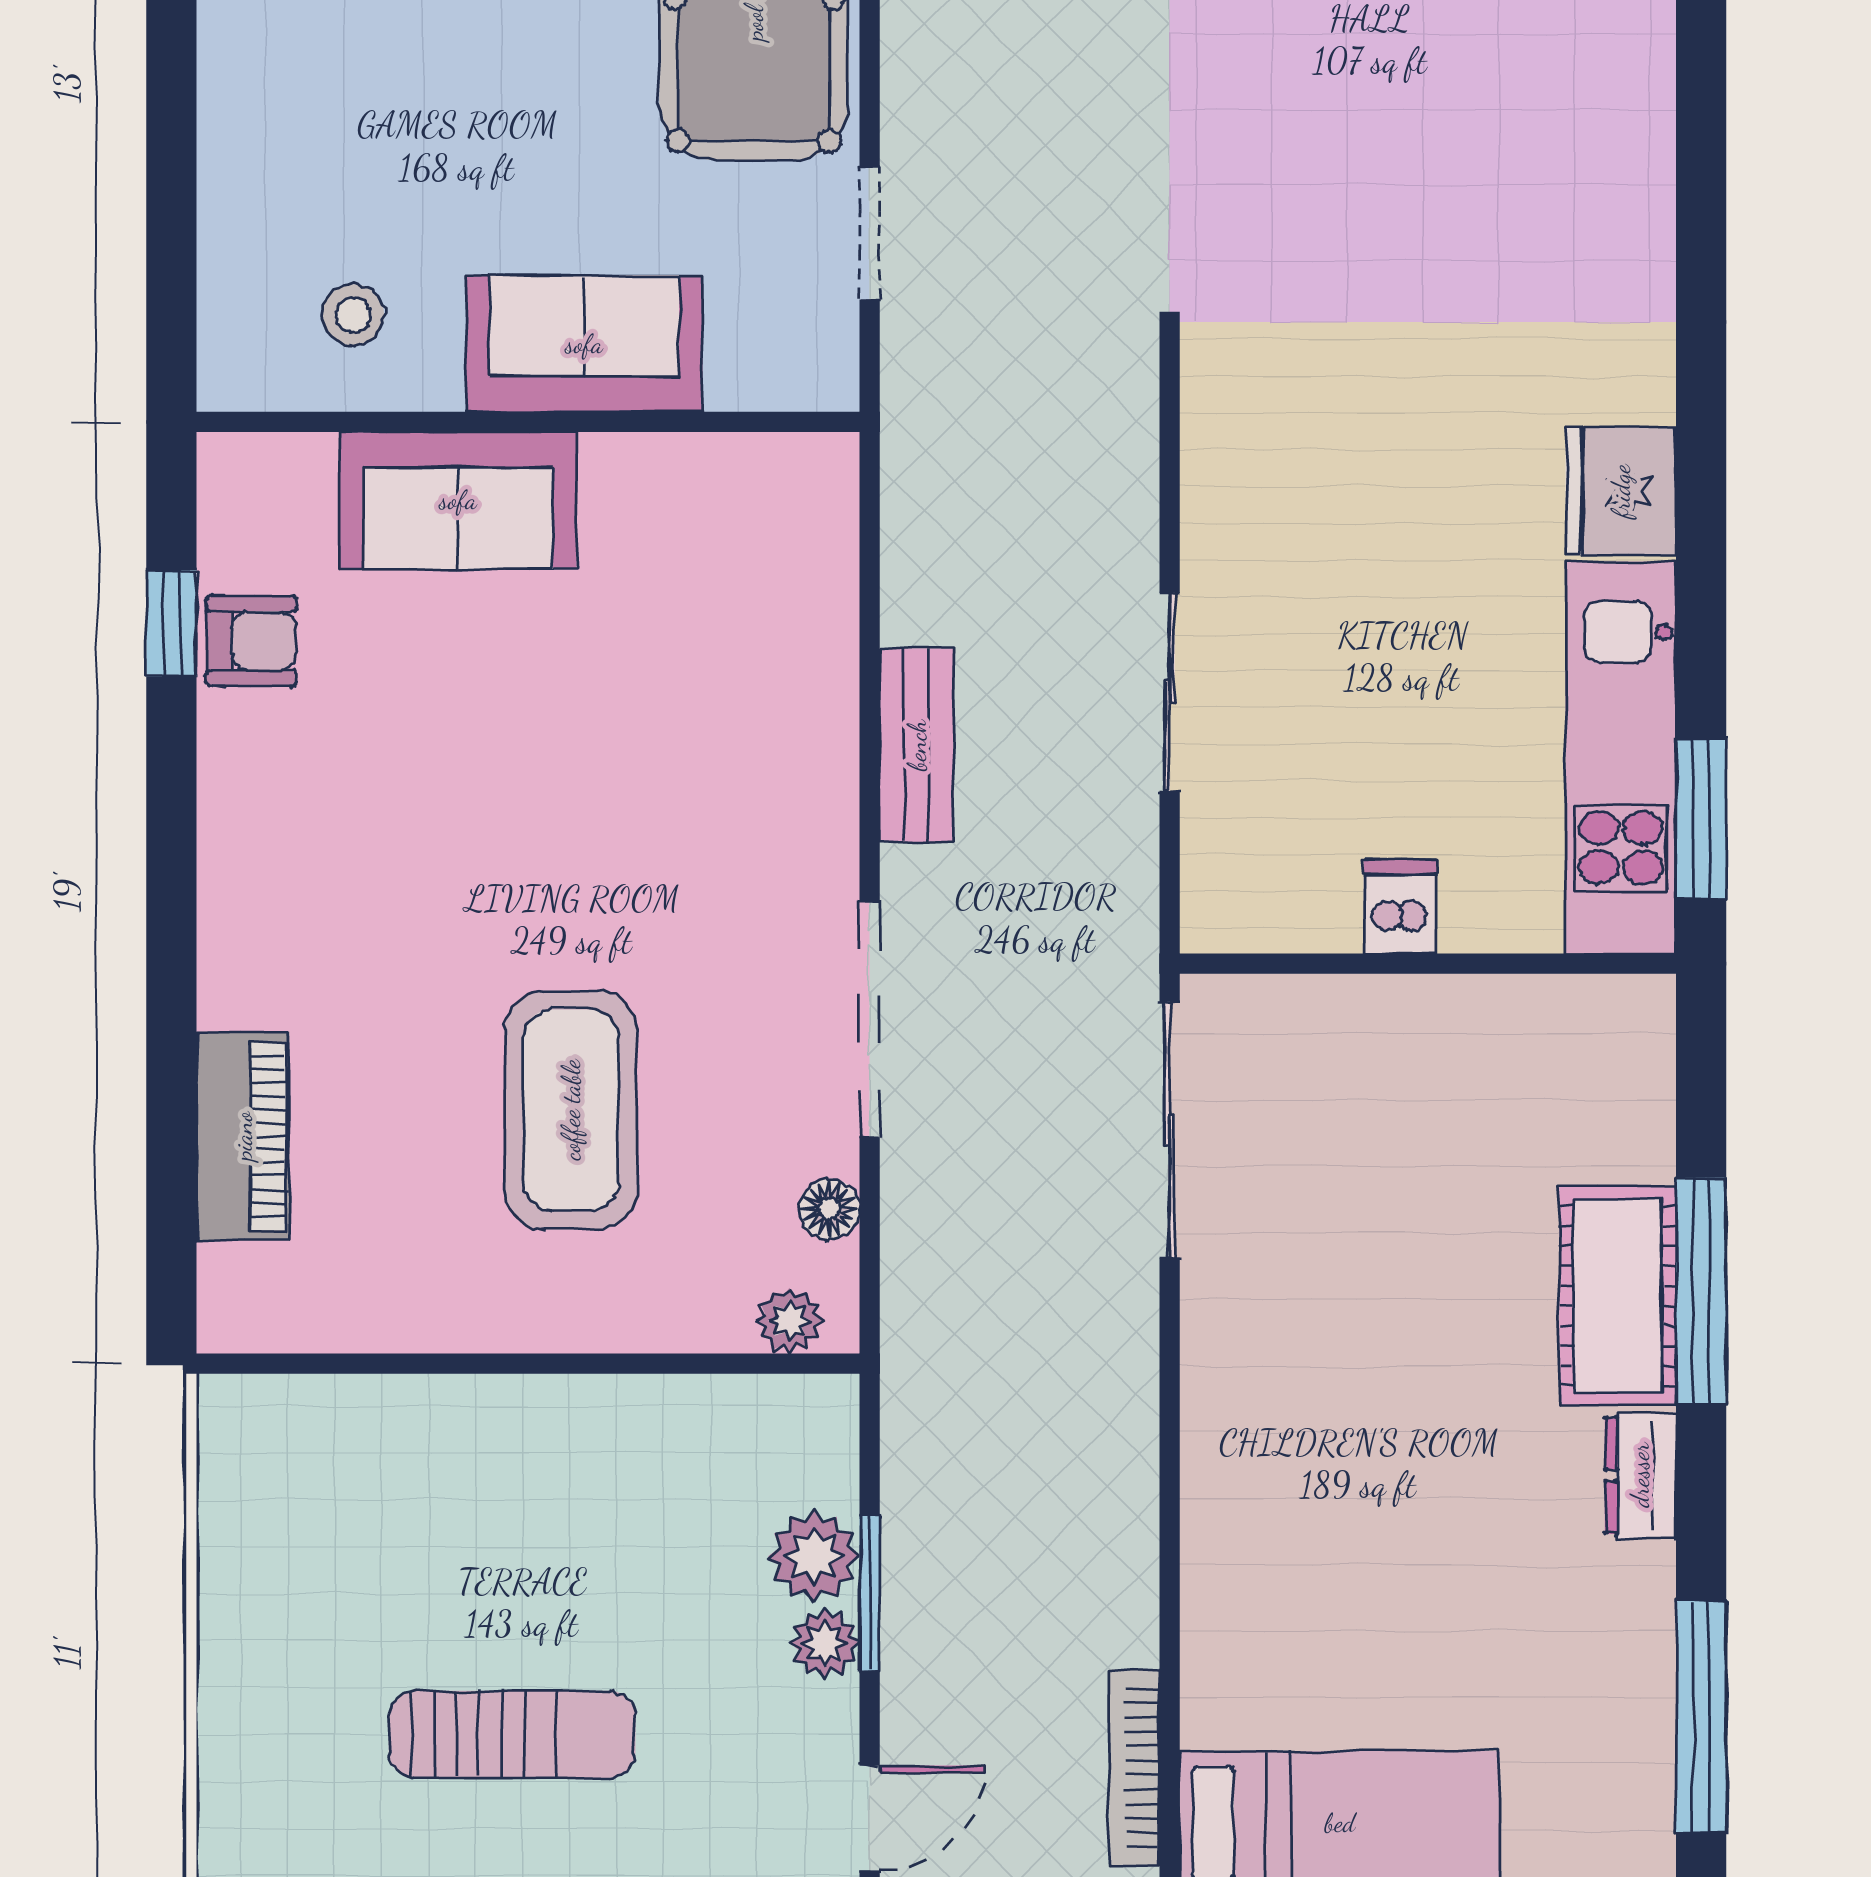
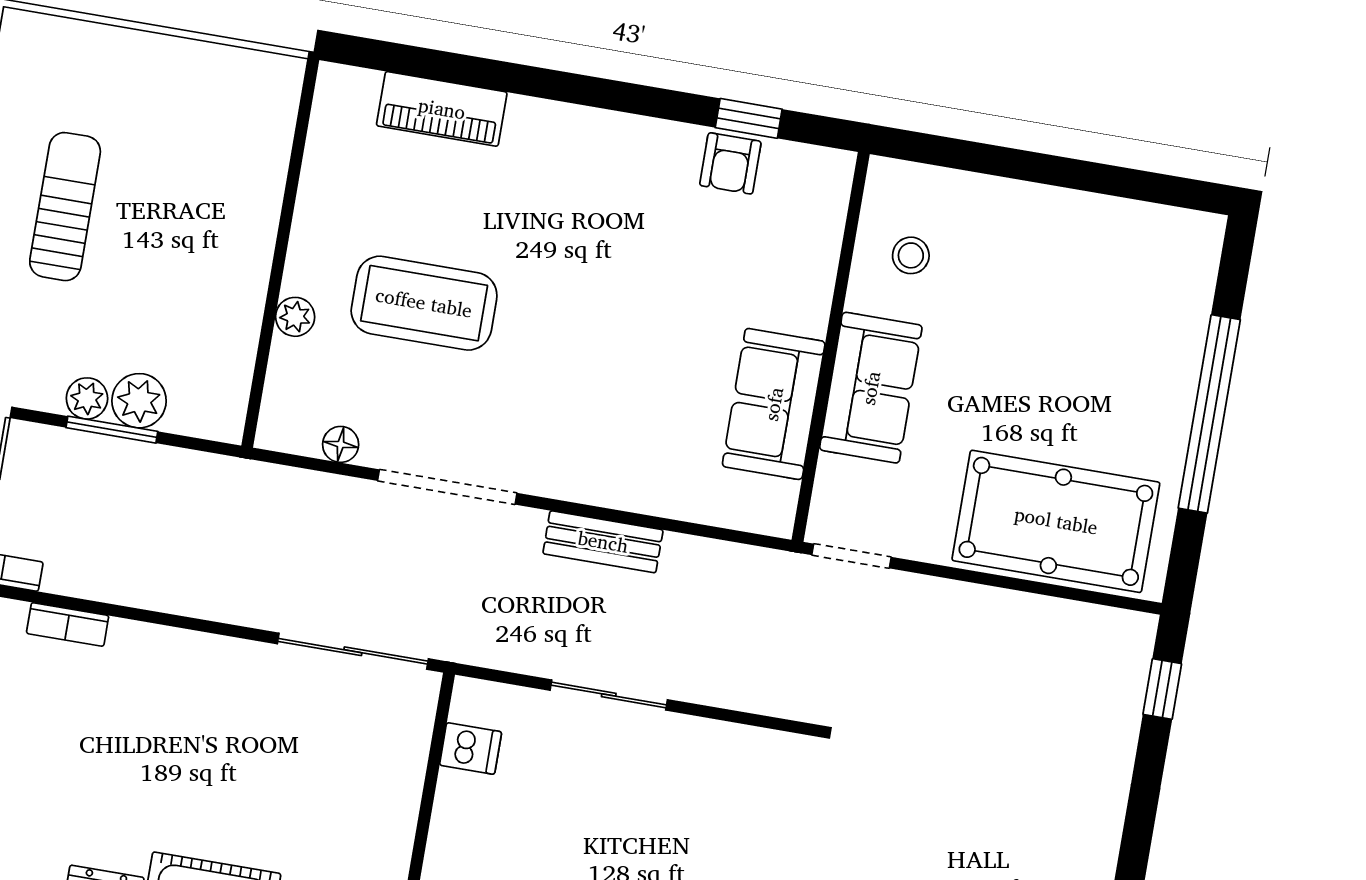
doorway: (870, 233) -> (852, 556), moved
sofa: (458, 500) -> (774, 404), moved
dishwasher: (1400, 907) -> (471, 748), moved
plant: (789, 1321) -> (295, 317), moved
bookcase: (1206, 1612) -> (68, 624), added
sun lounger: (512, 1734) -> (65, 207), turned 180

